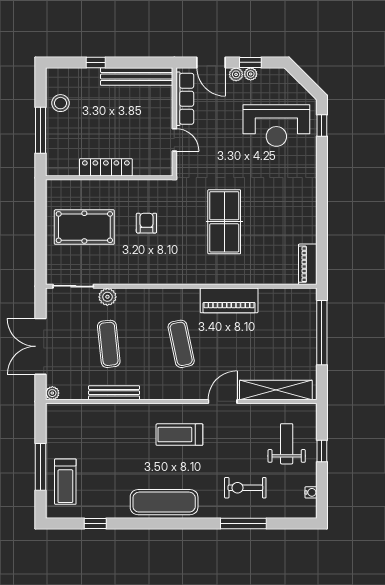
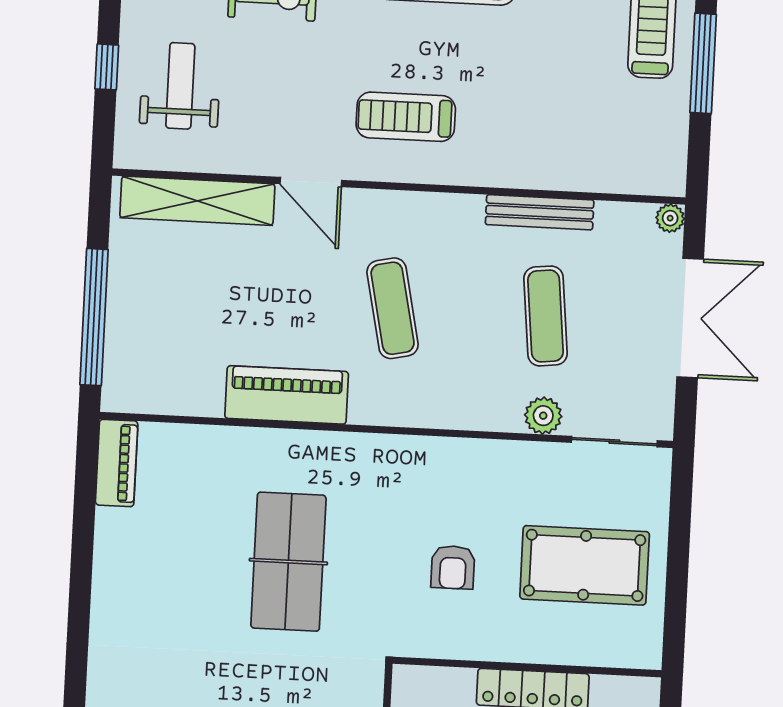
door: (223, 401) -> (311, 182), hinge flipped
treadmill: (179, 435) -> (406, 117), turned 180
weight bench: (287, 444) -> (180, 86), turned 180

